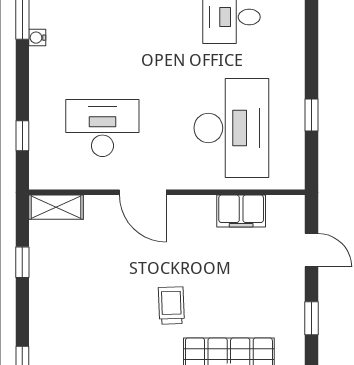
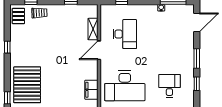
shelving: (56, 207) -> (93, 29), moved
trolley: (171, 305) -> (39, 13), moved

